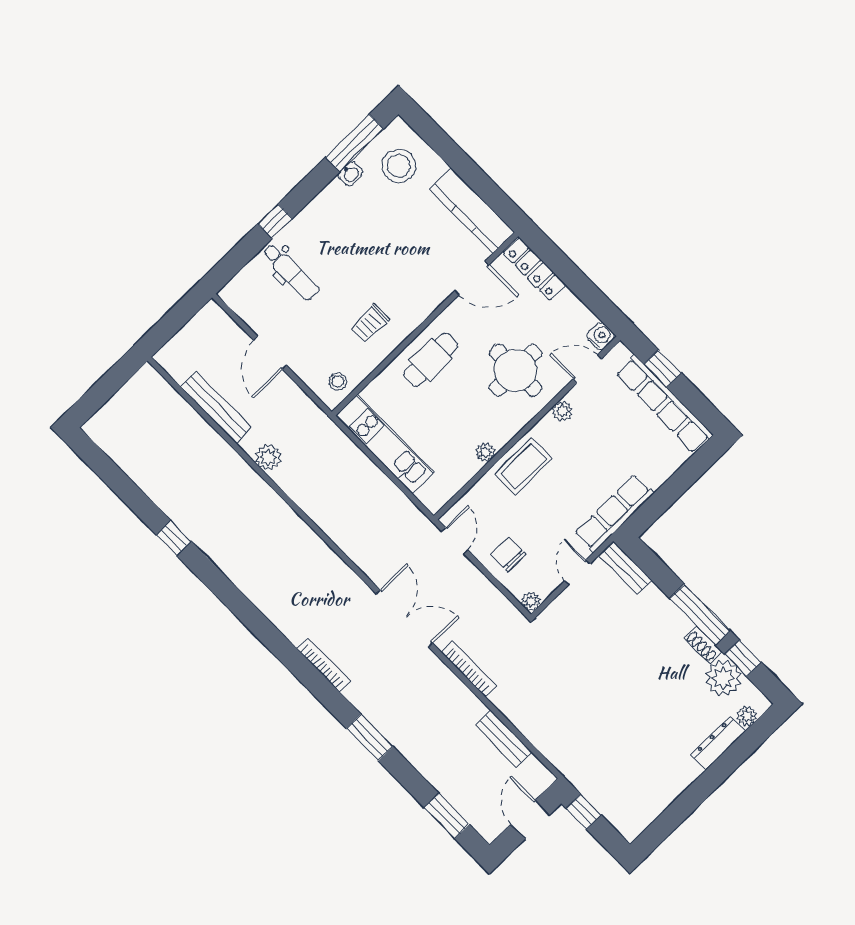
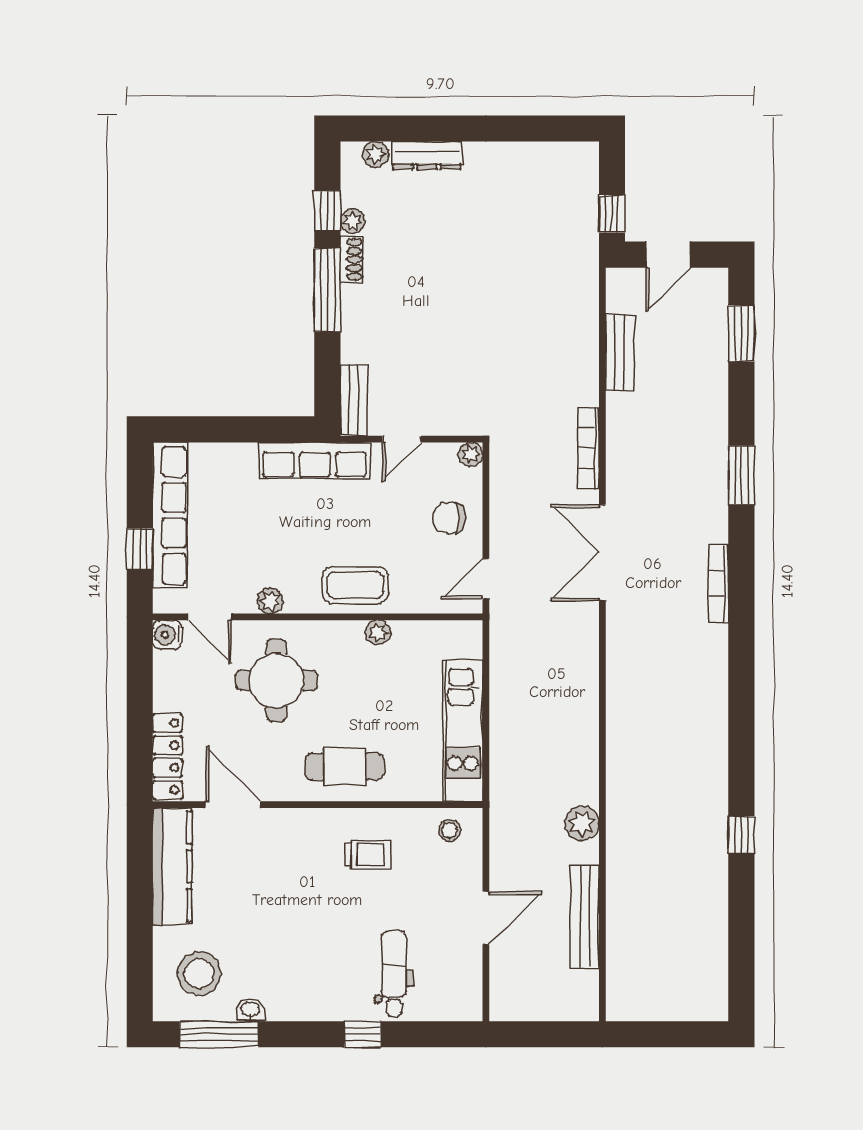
chair: (508, 554) -> (449, 518), turned 90
plant: (723, 678) -> (353, 221), width x0.53, depth x0.53

